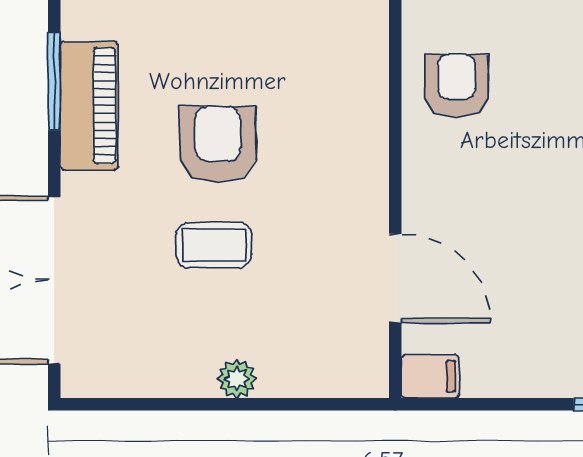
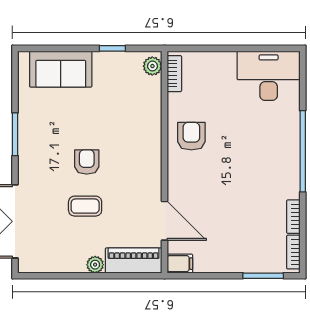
piano: (89, 106) -> (134, 261), moved, turned -90
armchair: (218, 144) -> (87, 162), width x0.72, depth x0.72

